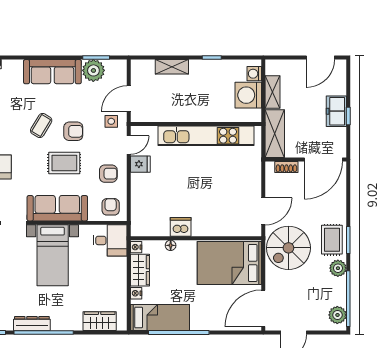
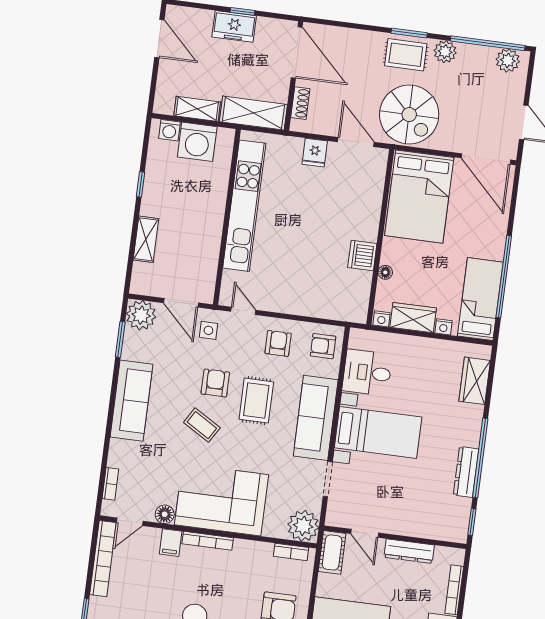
plant: (93, 70) -> (141, 315), moved
fridge: (140, 164) -> (315, 153), moved, turned 180
desk: (110, 240) -> (367, 373), moved, turned -90

